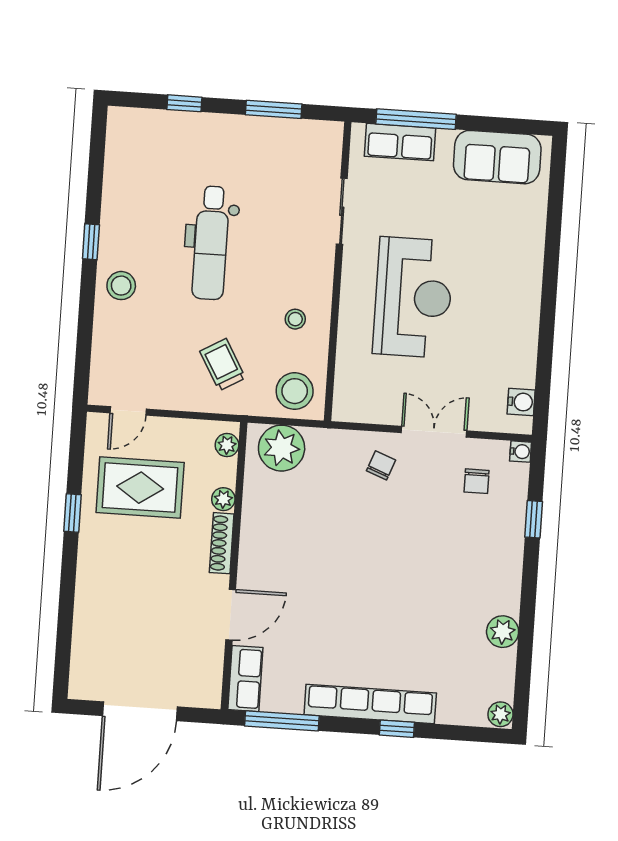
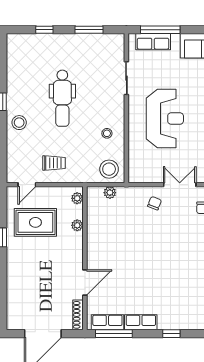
trolley: (223, 365) -> (54, 163), moved, turned 120
plant: (282, 448) -> (110, 193), width x0.53, depth x0.53
shoe rack: (222, 543) -> (78, 315), moved
row of seats: (245, 679) -> (107, 322), moved, turned -90
row of seats: (370, 704) -> (141, 322), width x0.50

